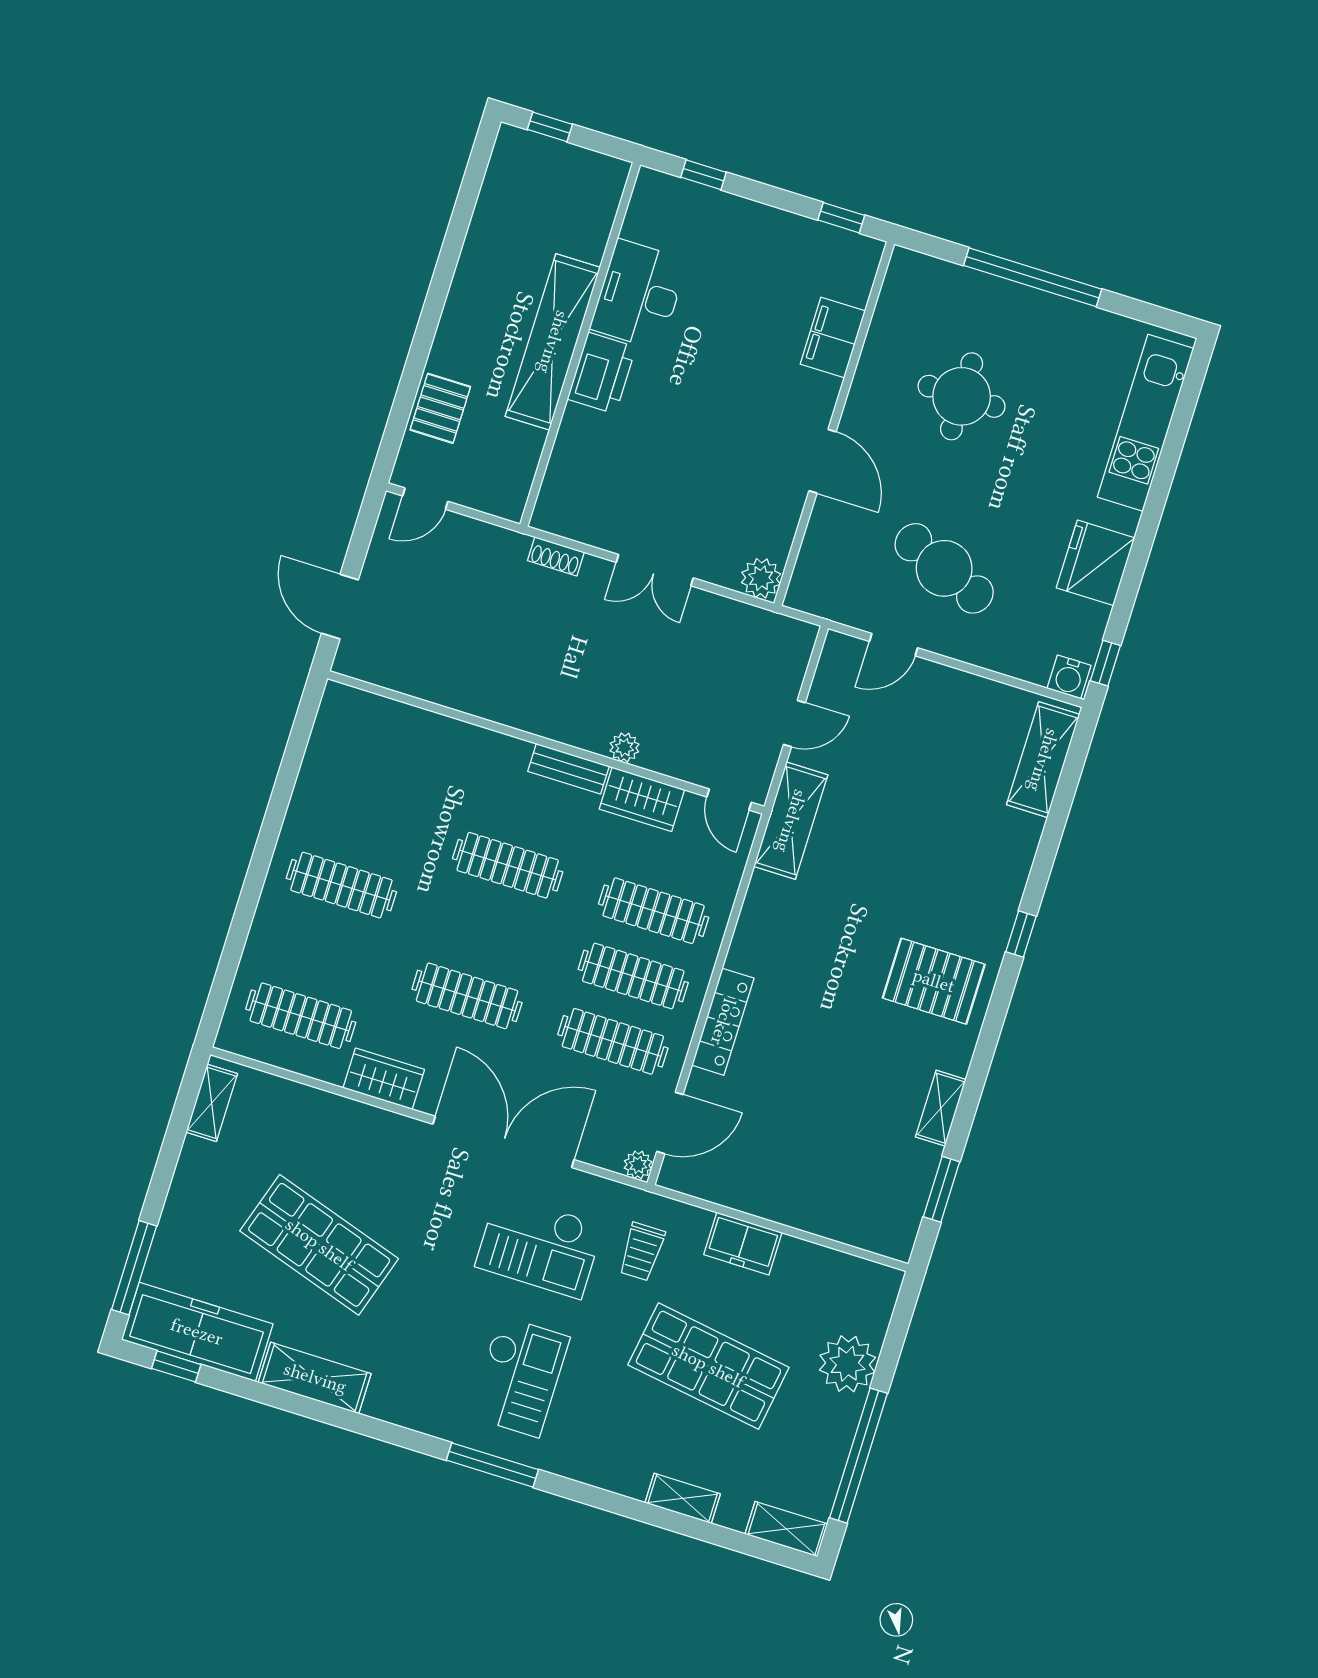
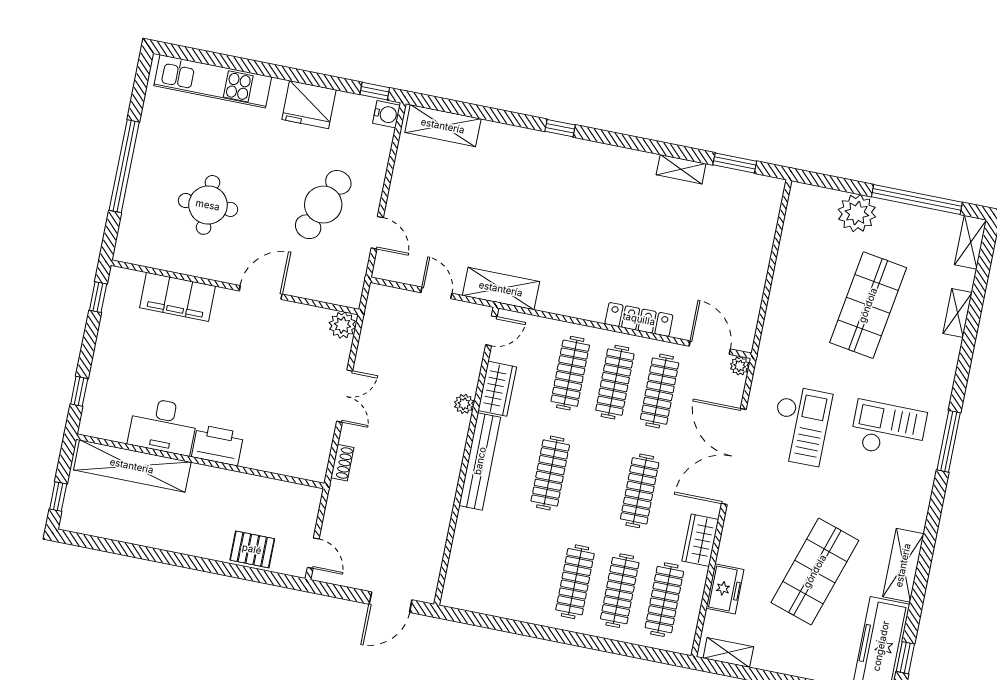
filing cabinet: (833, 338) -> (178, 297), width x1.50, depth x1.17
shelving: (553, 342) -> (132, 466), moved
bench: (568, 769) -> (480, 461), width x1.86, depth x1.21
clothes rail: (321, 950) -> (620, 591), added
pallet: (934, 981) -> (597, 183), removed
freezer: (743, 1244) -> (725, 589), moved
trolley: (642, 1252) -> (797, 357), removed

